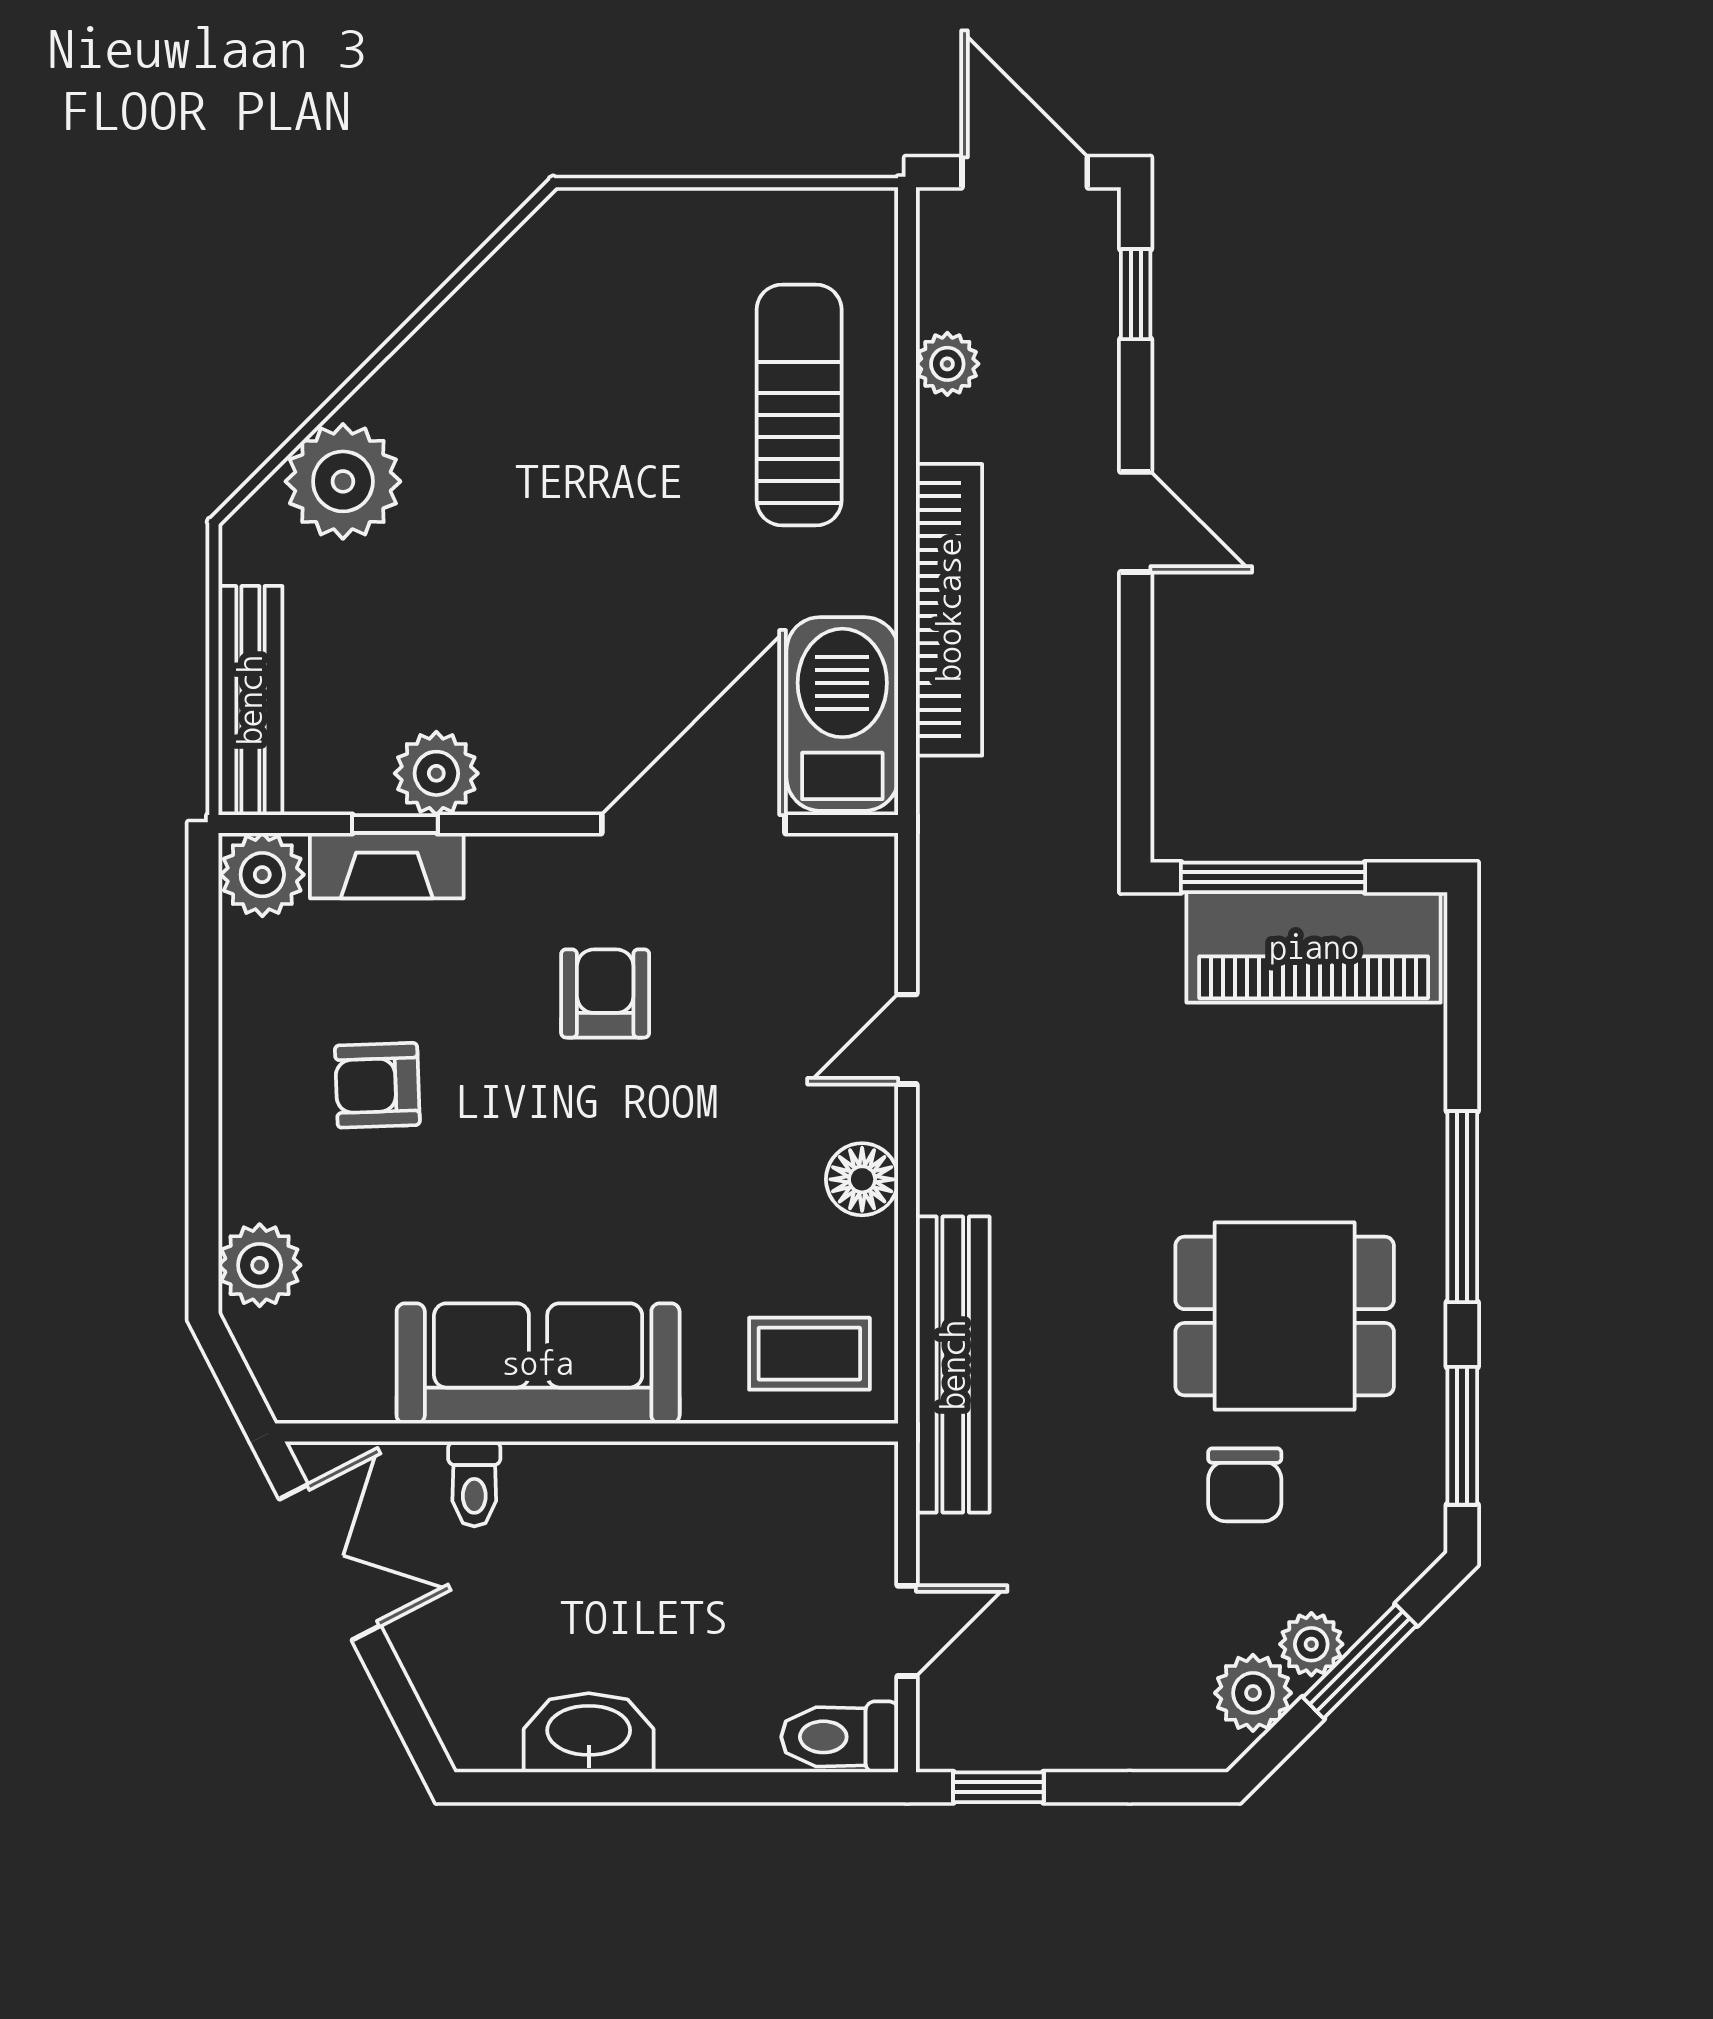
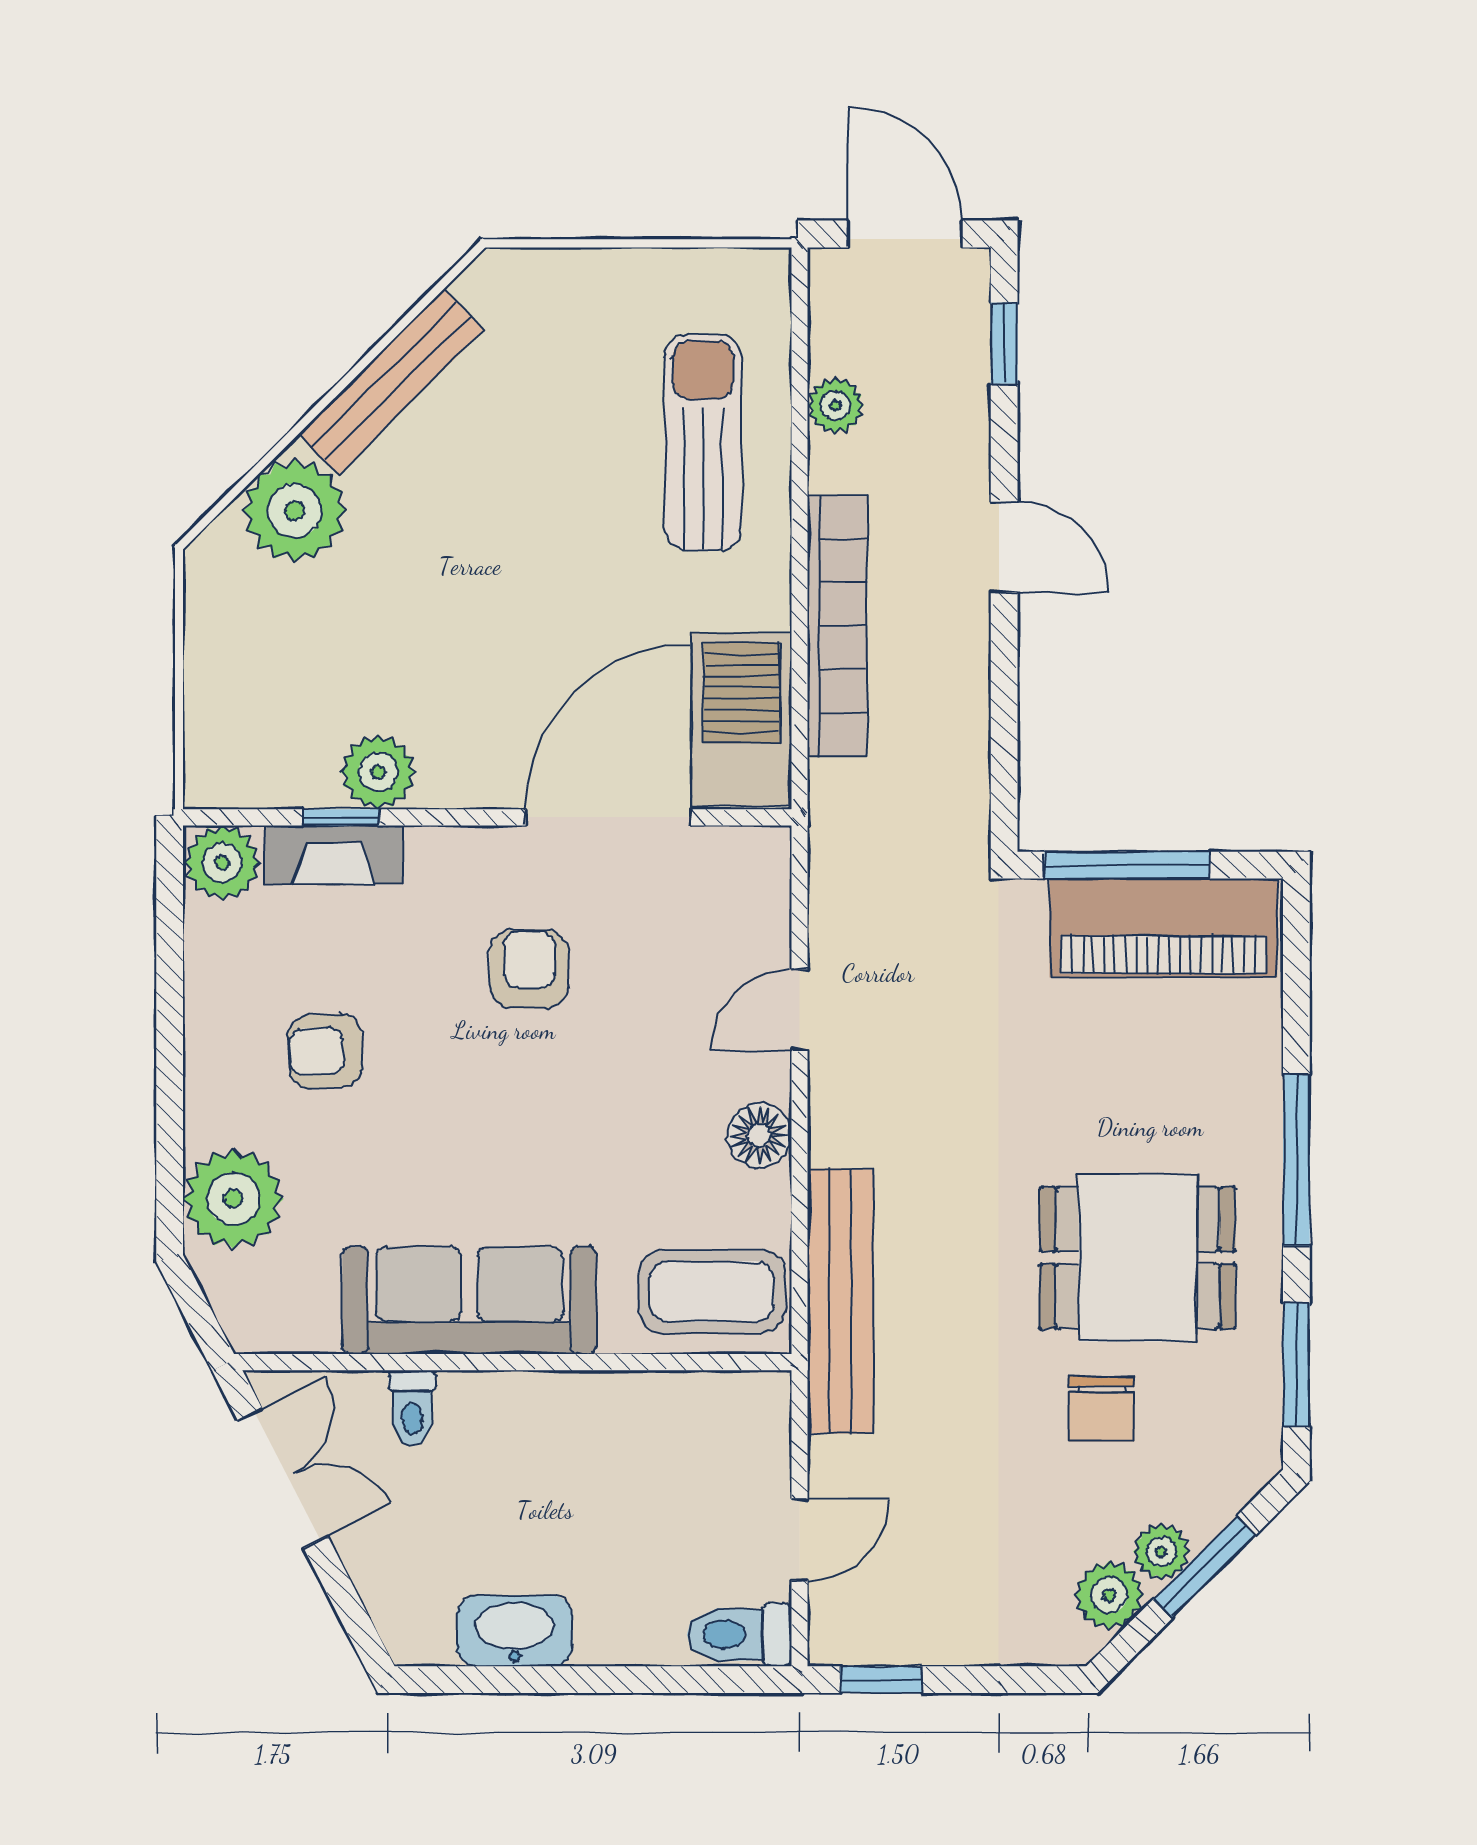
bench: (250, 700) -> (391, 382), moved, turned 45
plant: (260, 1265) -> (233, 1199), width x1.36, depth x1.36
coffee table: (809, 1354) -> (712, 1292), width x1.36, depth x1.30

